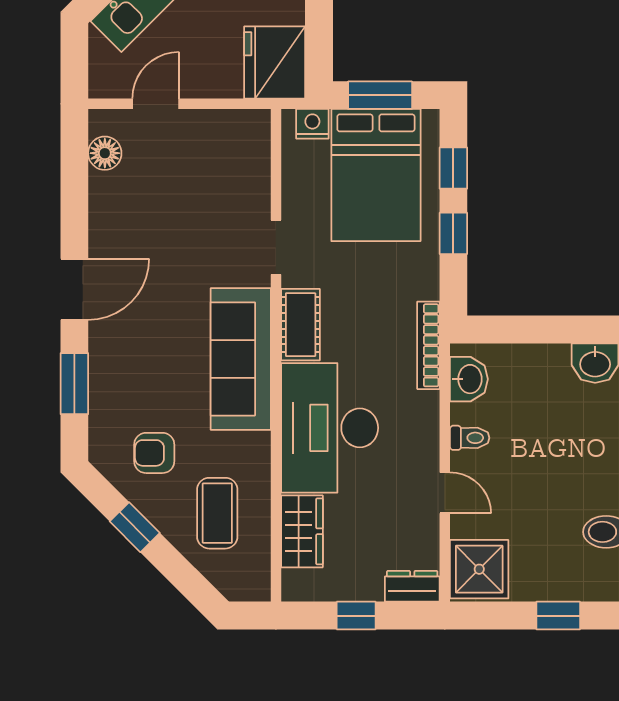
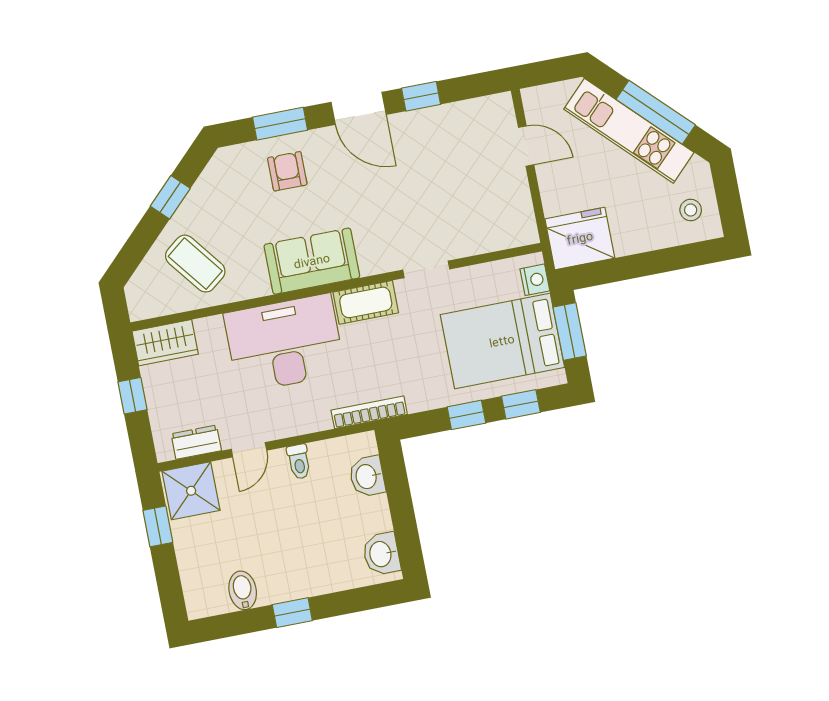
floor lamp: (105, 153) -> (477, 112), removed
window: (74, 214) -> (421, 96), added
sofa: (241, 359) -> (312, 261), width x0.73
washbasin: (469, 379) -> (367, 476), moved, turned 90
armchair: (154, 453) -> (287, 171), moved
coffee table: (217, 513) -> (195, 264), turned 52
wardrobe: (302, 531) -> (165, 343), moved
dresser: (412, 586) -> (196, 442), moved, turned -90
window: (558, 616) -> (158, 526), moved

